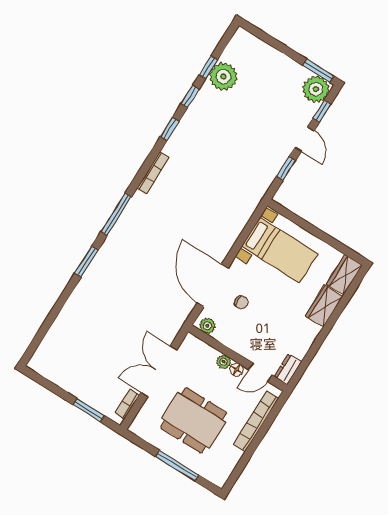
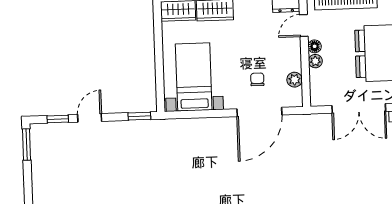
plant: (316, 89) -> (43, 136), removed
window: (286, 169) -> (139, 116), moved
plant: (207, 326) -> (295, 80), moved
door: (260, 372) -> (304, 26), swing flipped

